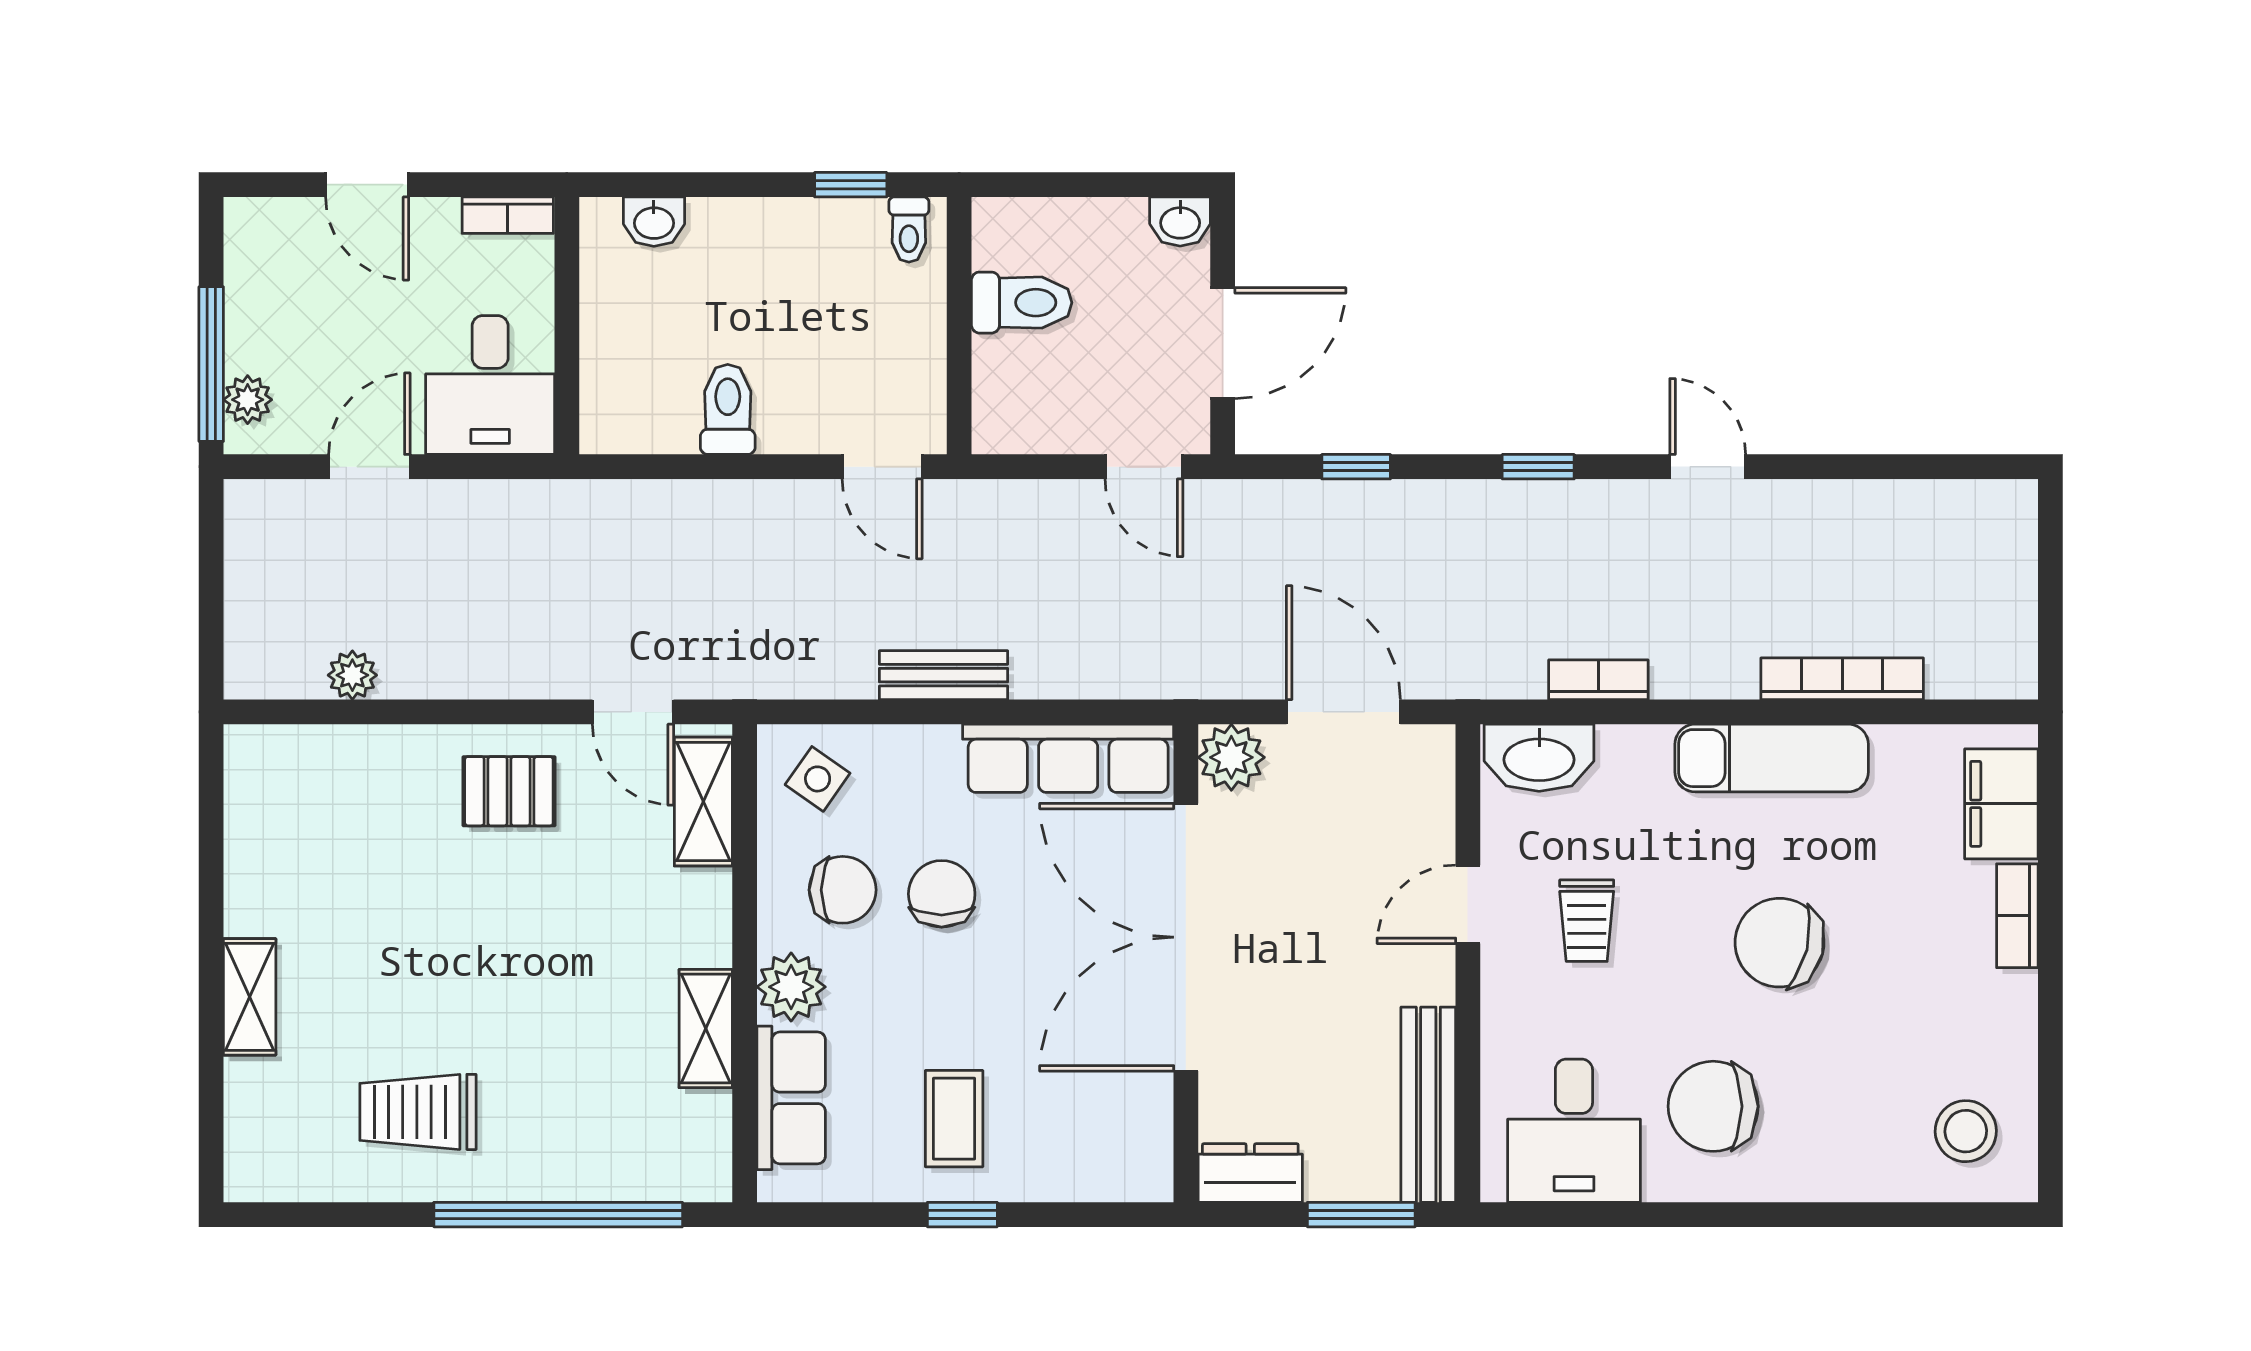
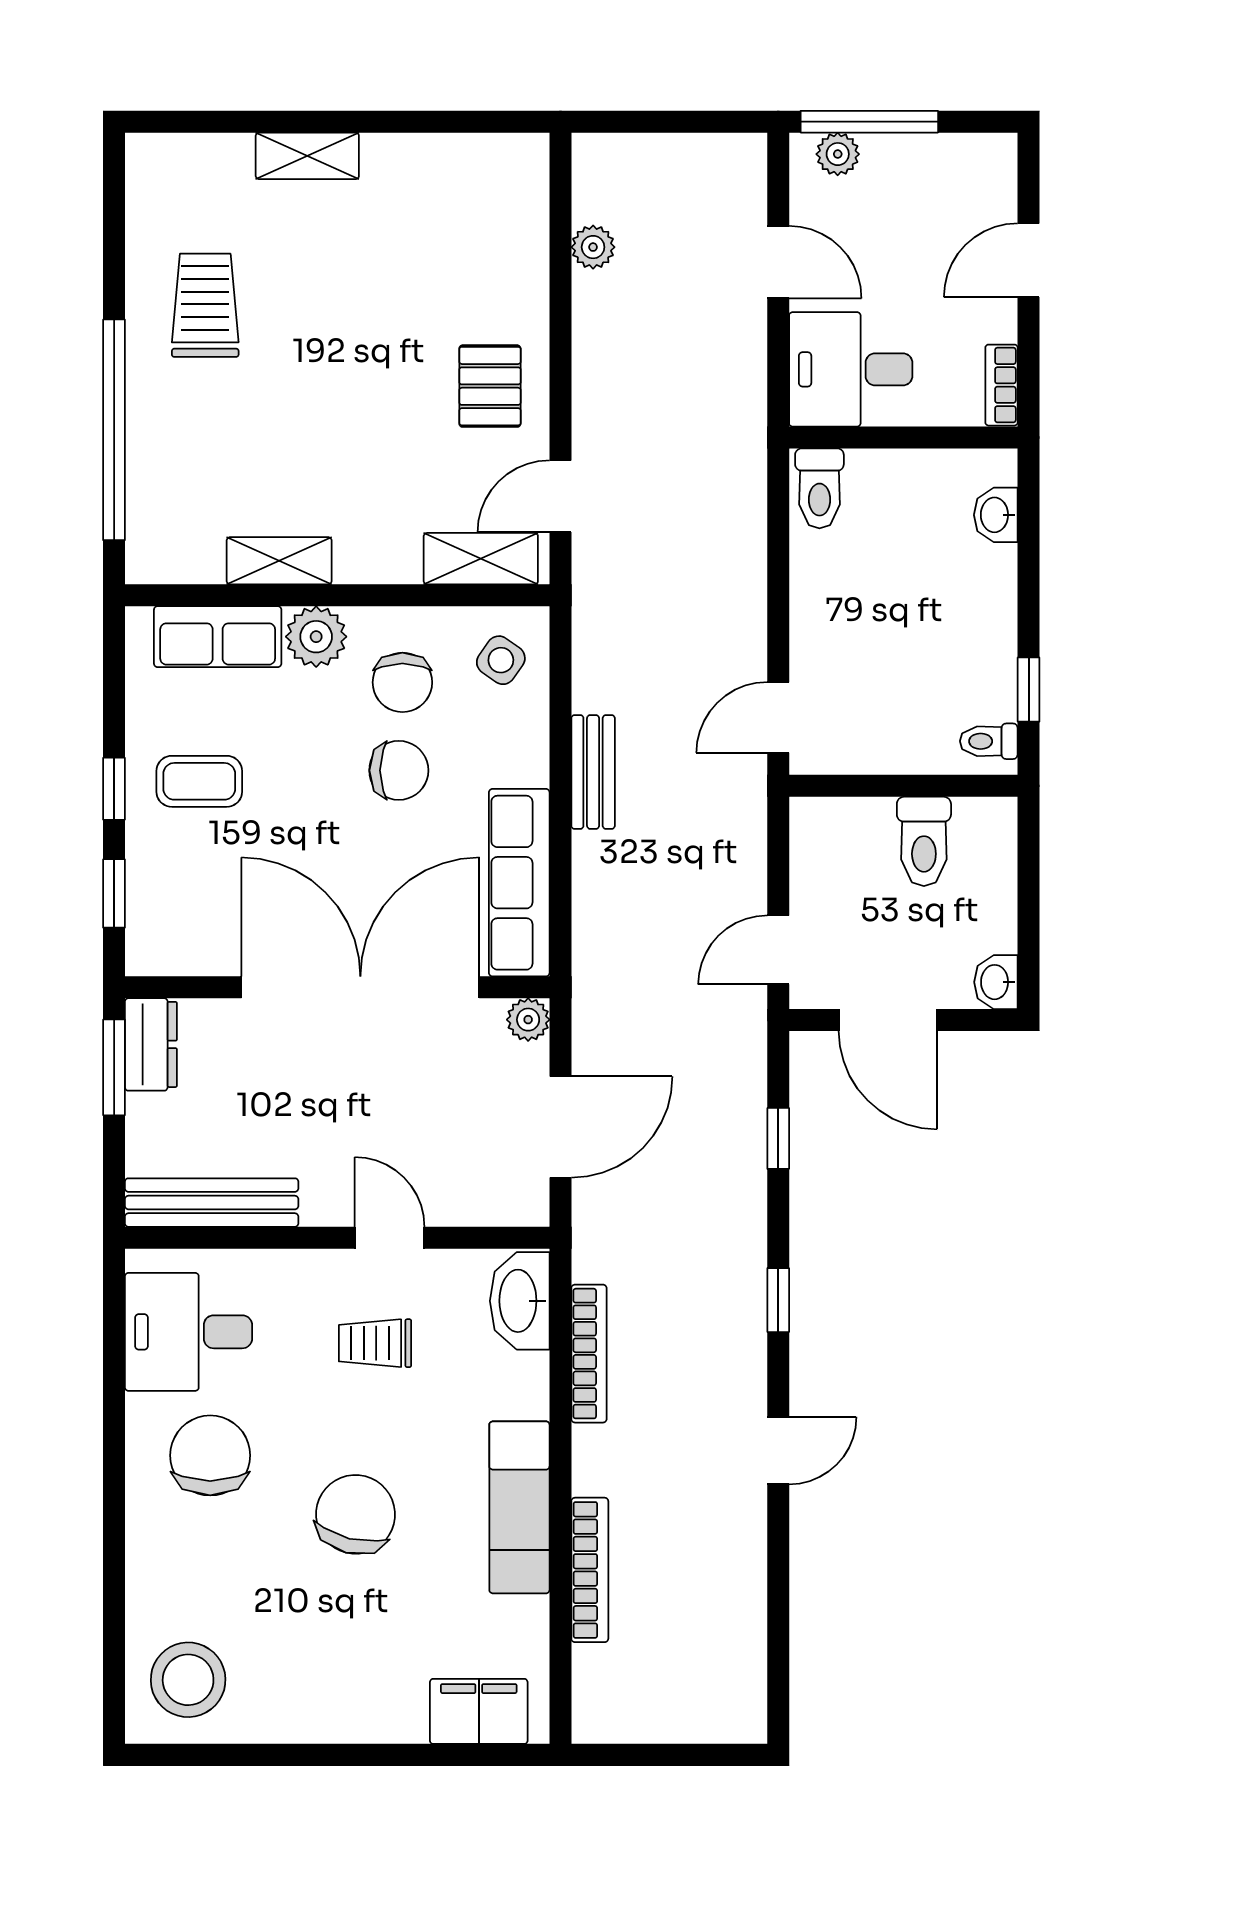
toilet: (728, 409) -> (819, 488), moved, turned 90
bookcase: (1598, 680) -> (589, 1354), width x1.56
plant: (1231, 757) -> (528, 1020), width x0.73, depth x0.73
bookcase: (2017, 916) -> (379, 1726), removed
stool: (1966, 1131) -> (188, 1680), width x1.38, depth x1.38
window: (1080, 1215) -> (114, 893), added
window: (1361, 1215) -> (114, 1067), moved

